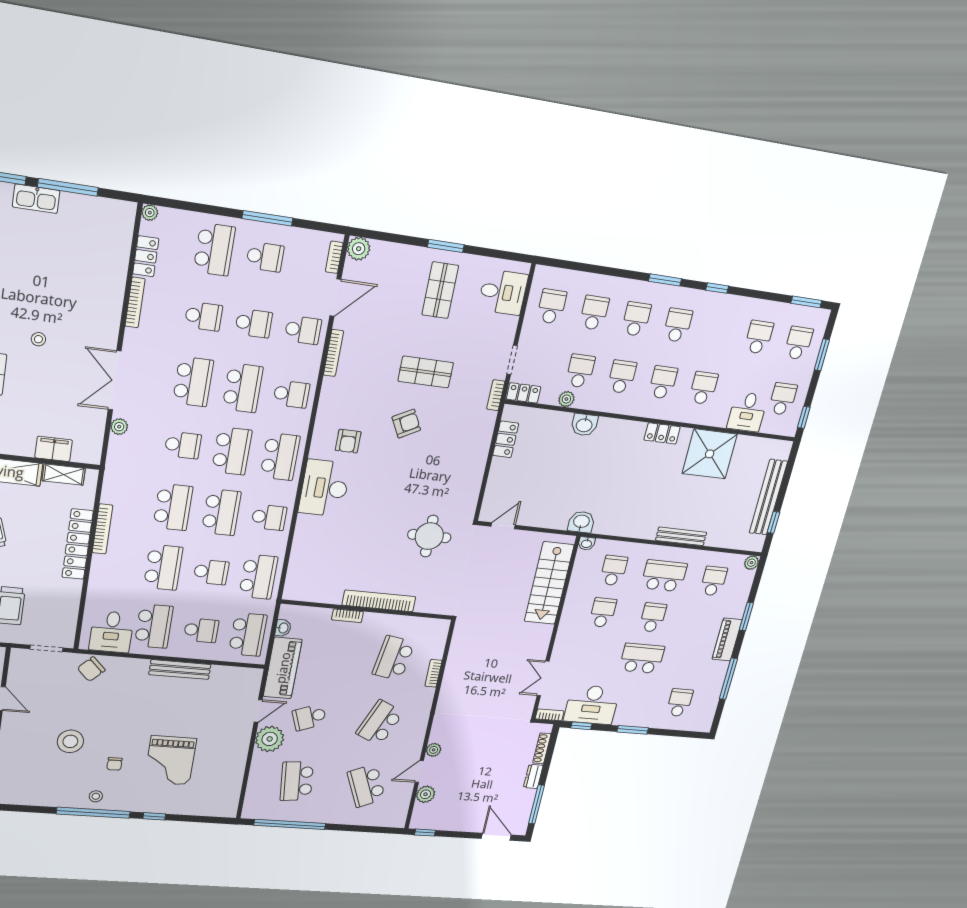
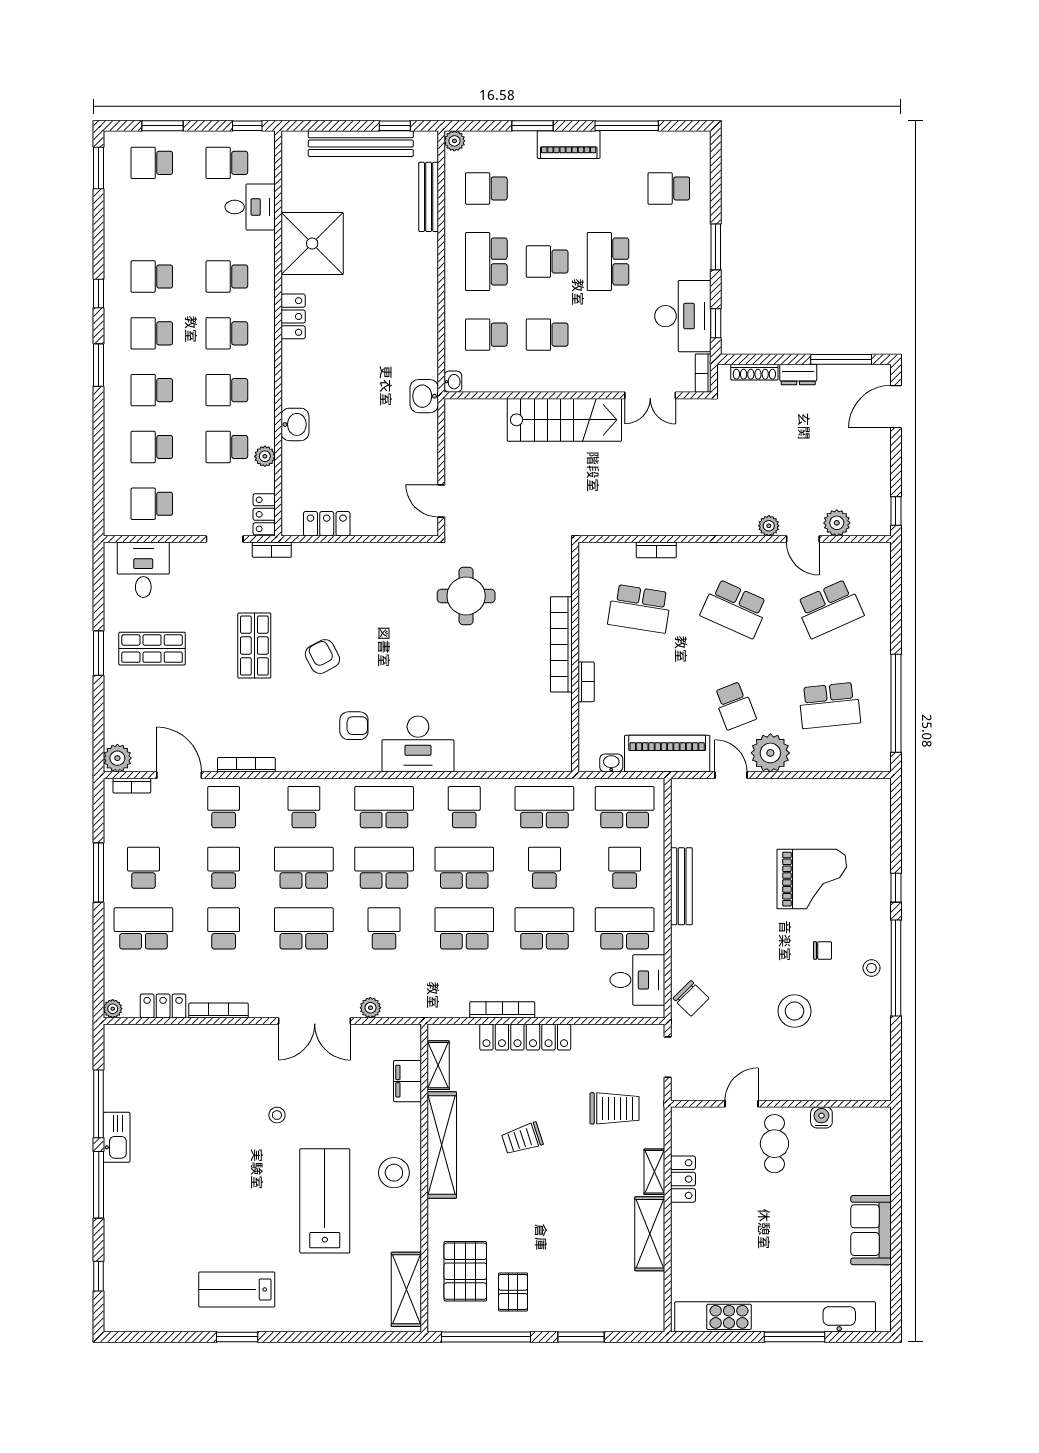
school desk: (759, 337) -> (152, 277), moved
bench: (681, 536) -> (429, 197), moved
stairs: (549, 583) -> (564, 420), moved

